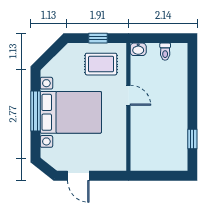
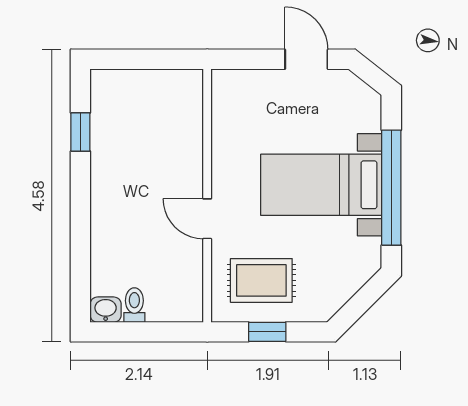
washbasin: (138, 49) -> (106, 310), moved
window: (35, 111) -> (391, 188), width x1.46
bed with nightstands: (71, 112) -> (321, 185), width x0.73

